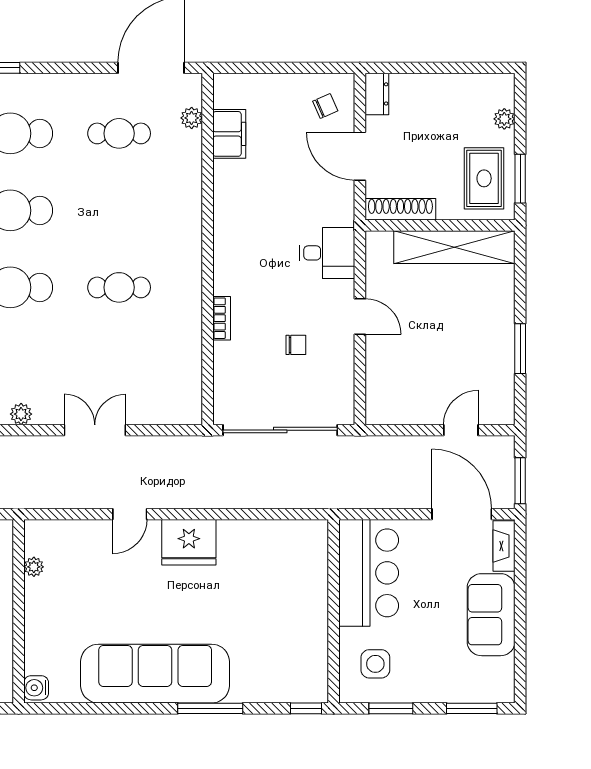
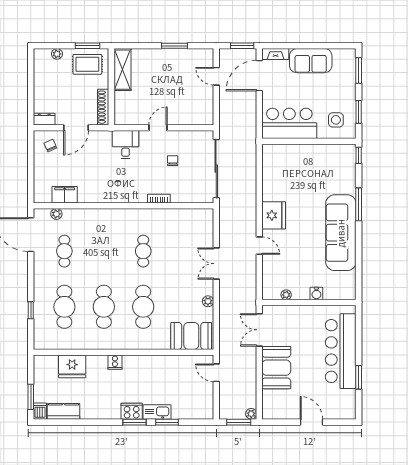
shelving: (454, 247) -> (123, 70), width x0.68
water cooler: (36, 688) -> (316, 294), moved

